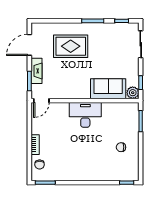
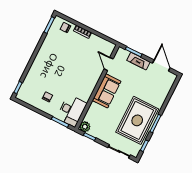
rug: (71, 46) -> (137, 120), moved, width x1.37, depth x1.44
sofa: (108, 89) -> (107, 91), moved
door: (41, 101) -> (109, 64), moved
desk: (85, 115) -> (72, 111), moved

